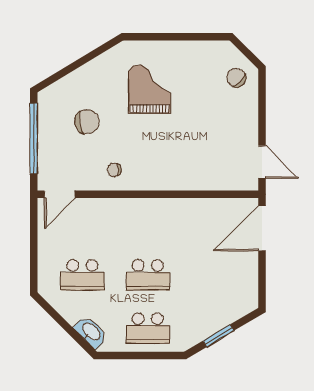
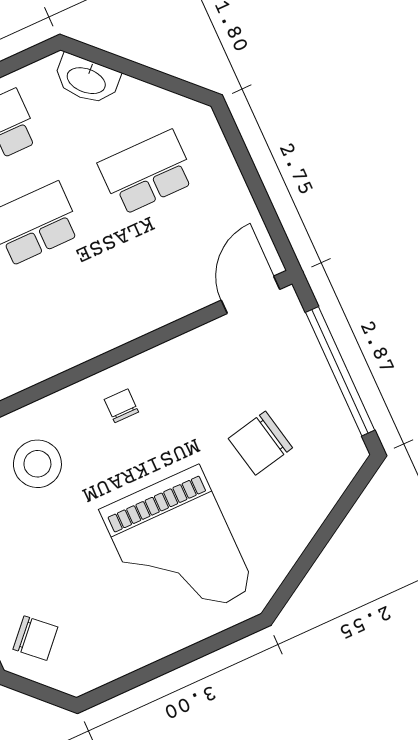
grand piano: (150, 89) -> (177, 549), width x1.37, depth x1.48
stool: (197, 160) -> (37, 464), added
chair: (114, 170) -> (121, 406), moved, turned -90

